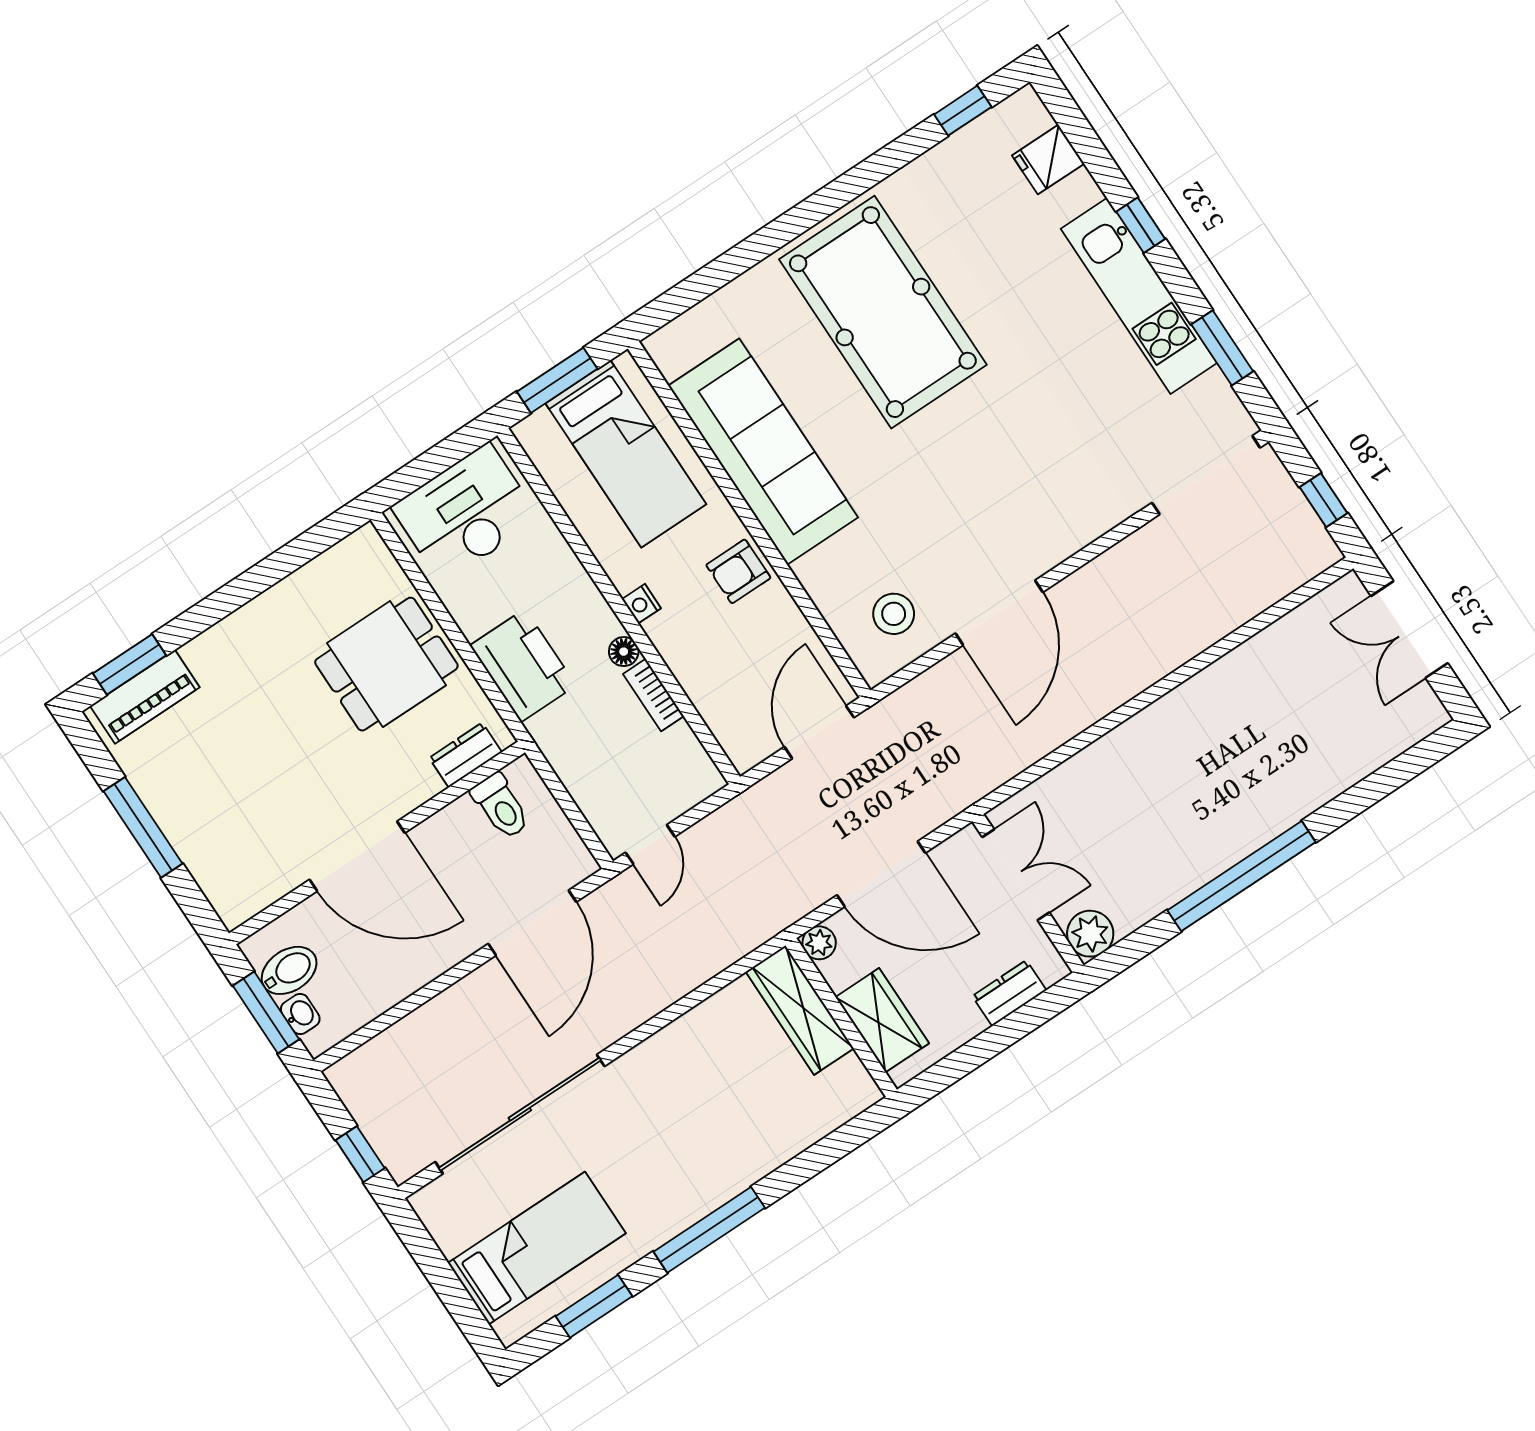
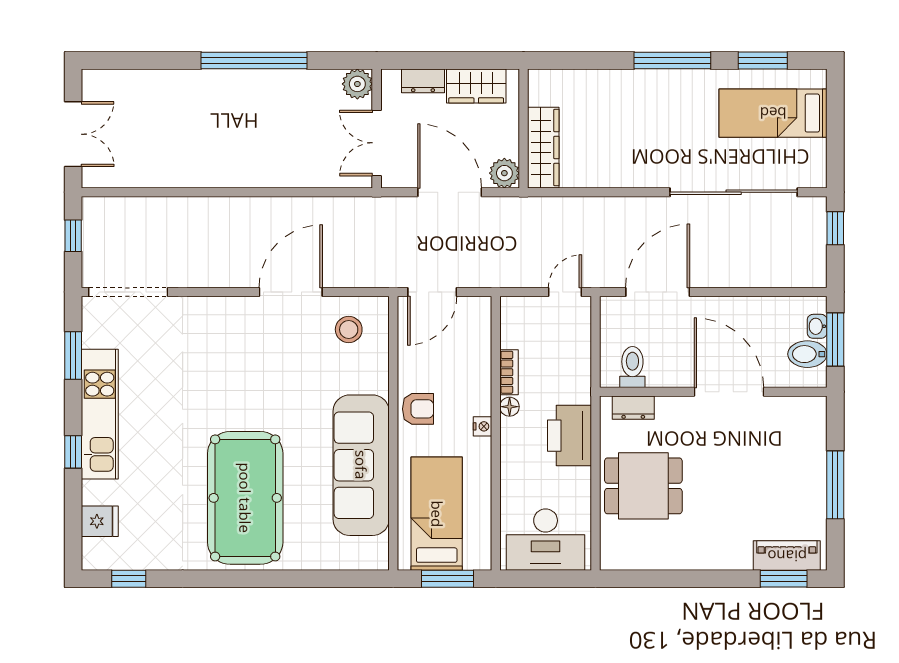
plant: (819, 943) -> (504, 173), width x1.38, depth x1.38
wardrobe: (882, 1020) -> (476, 86), moved, turned -90

